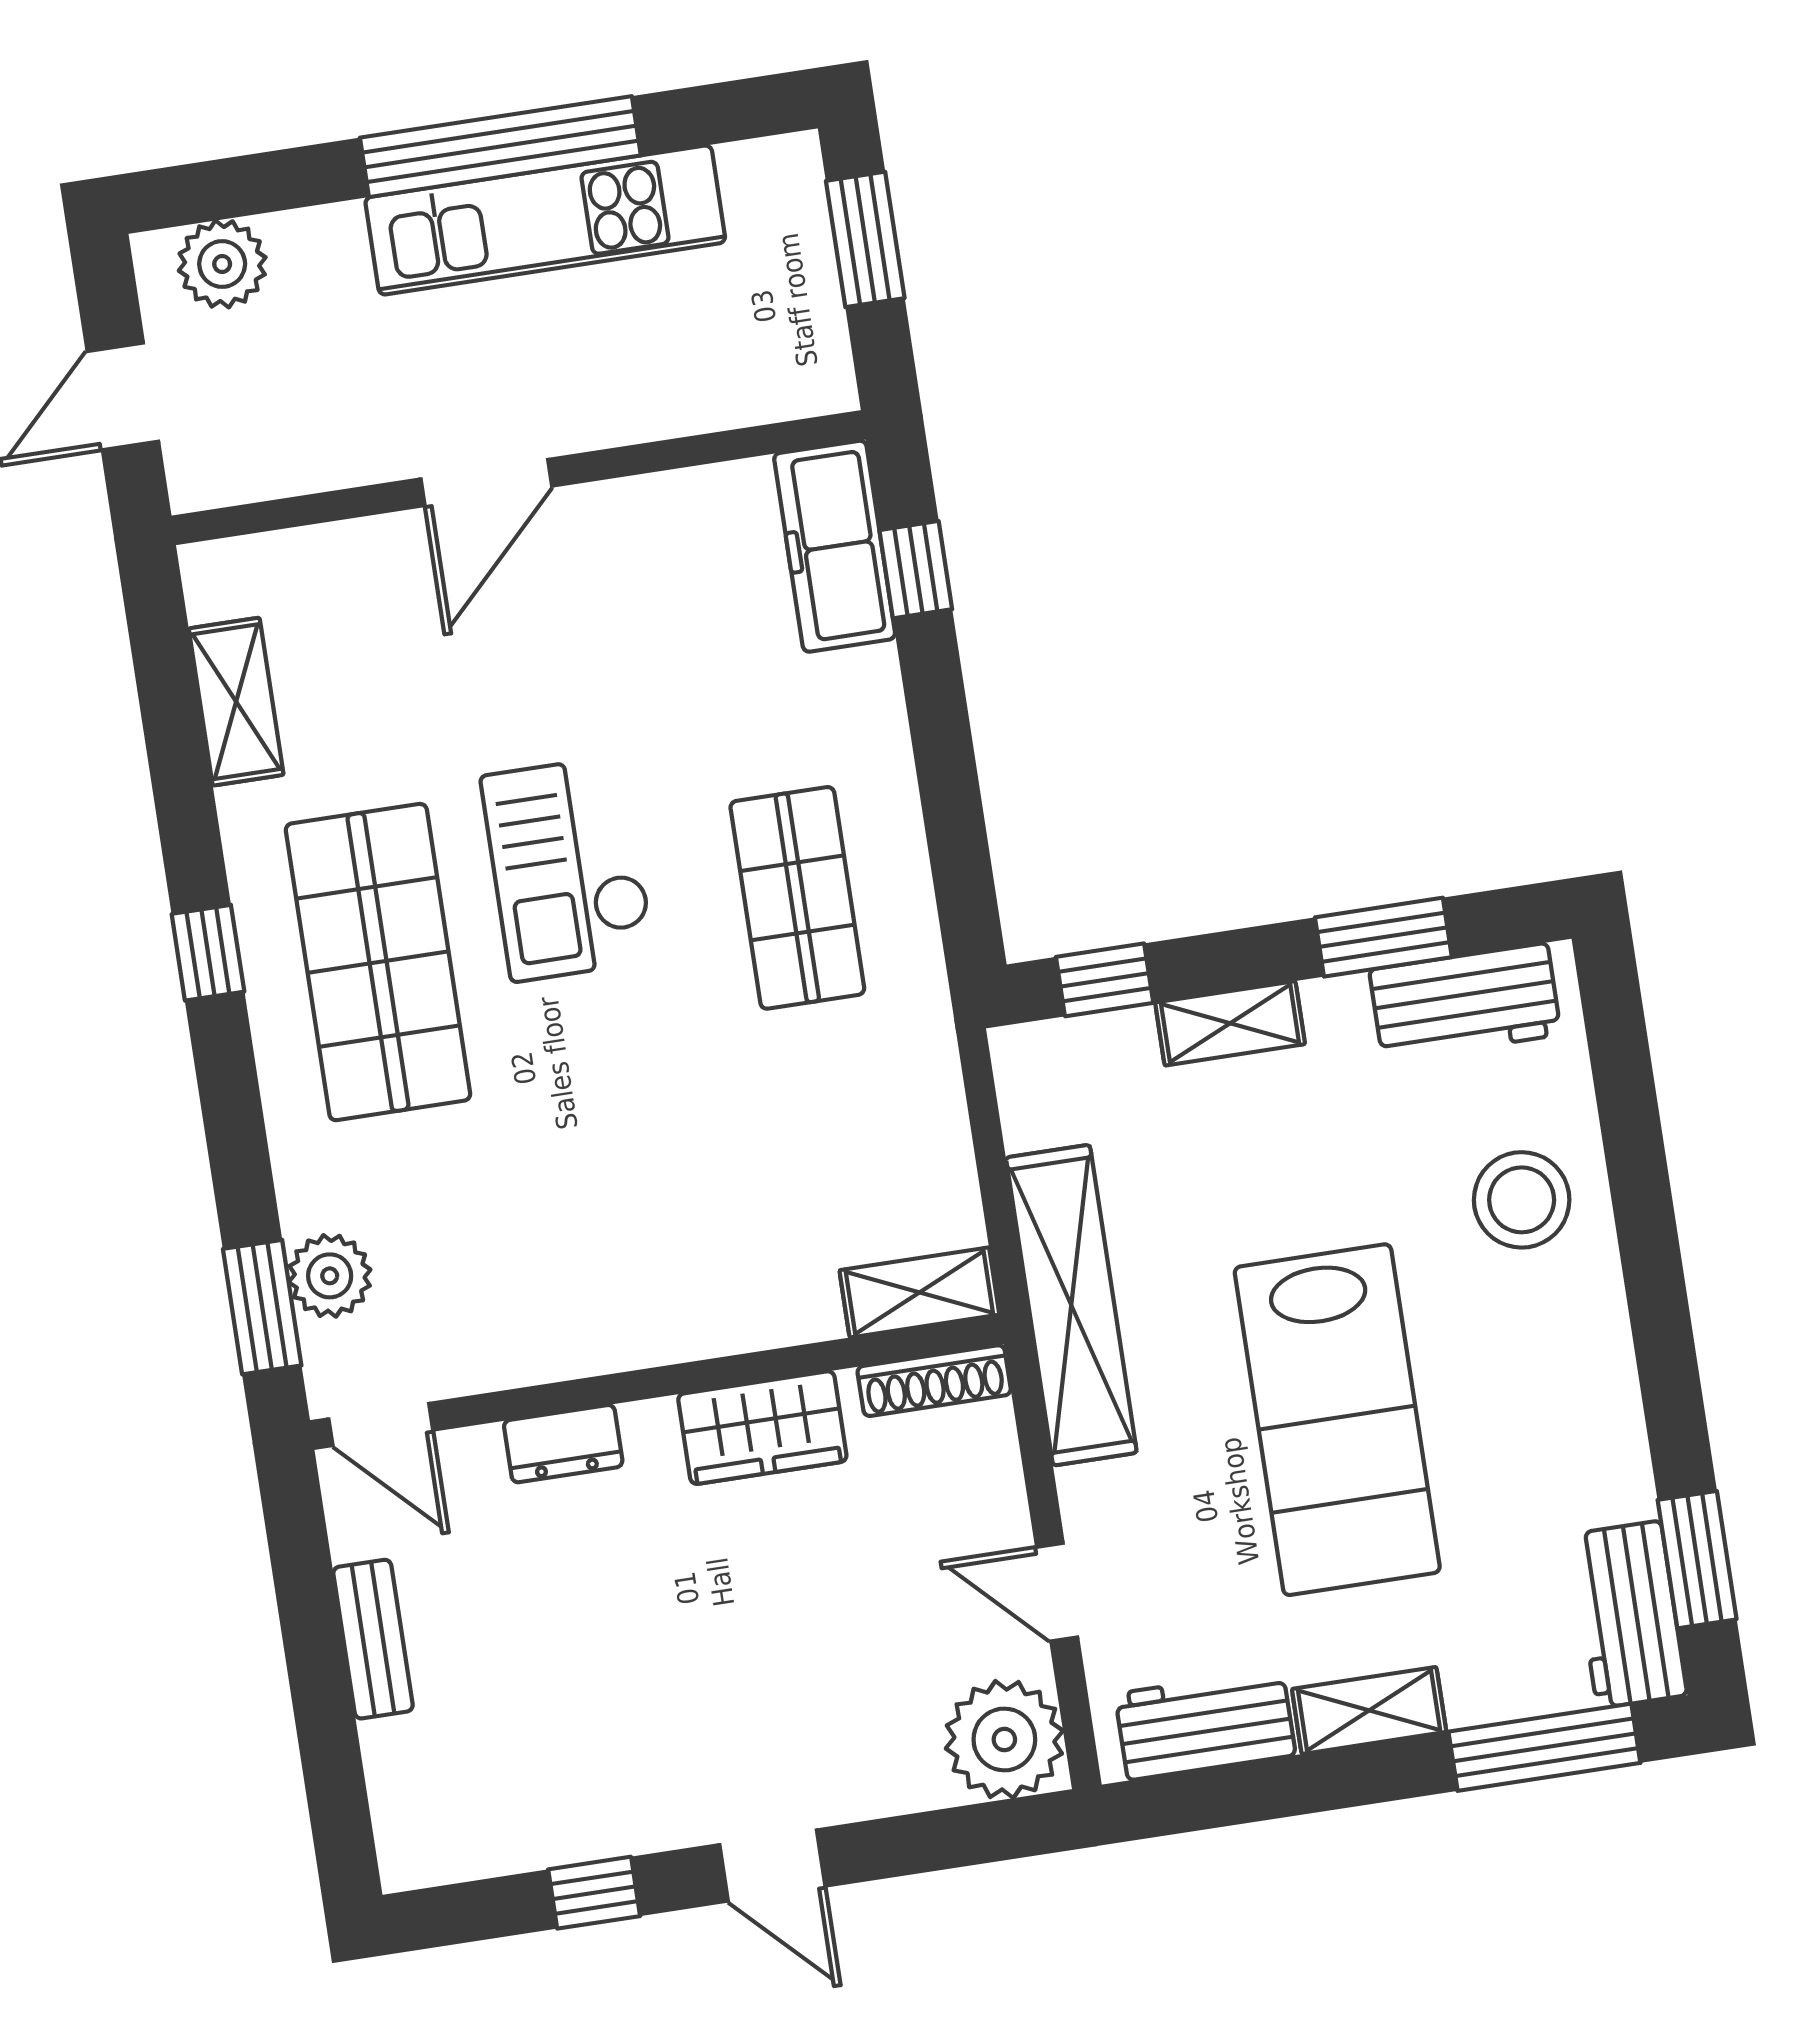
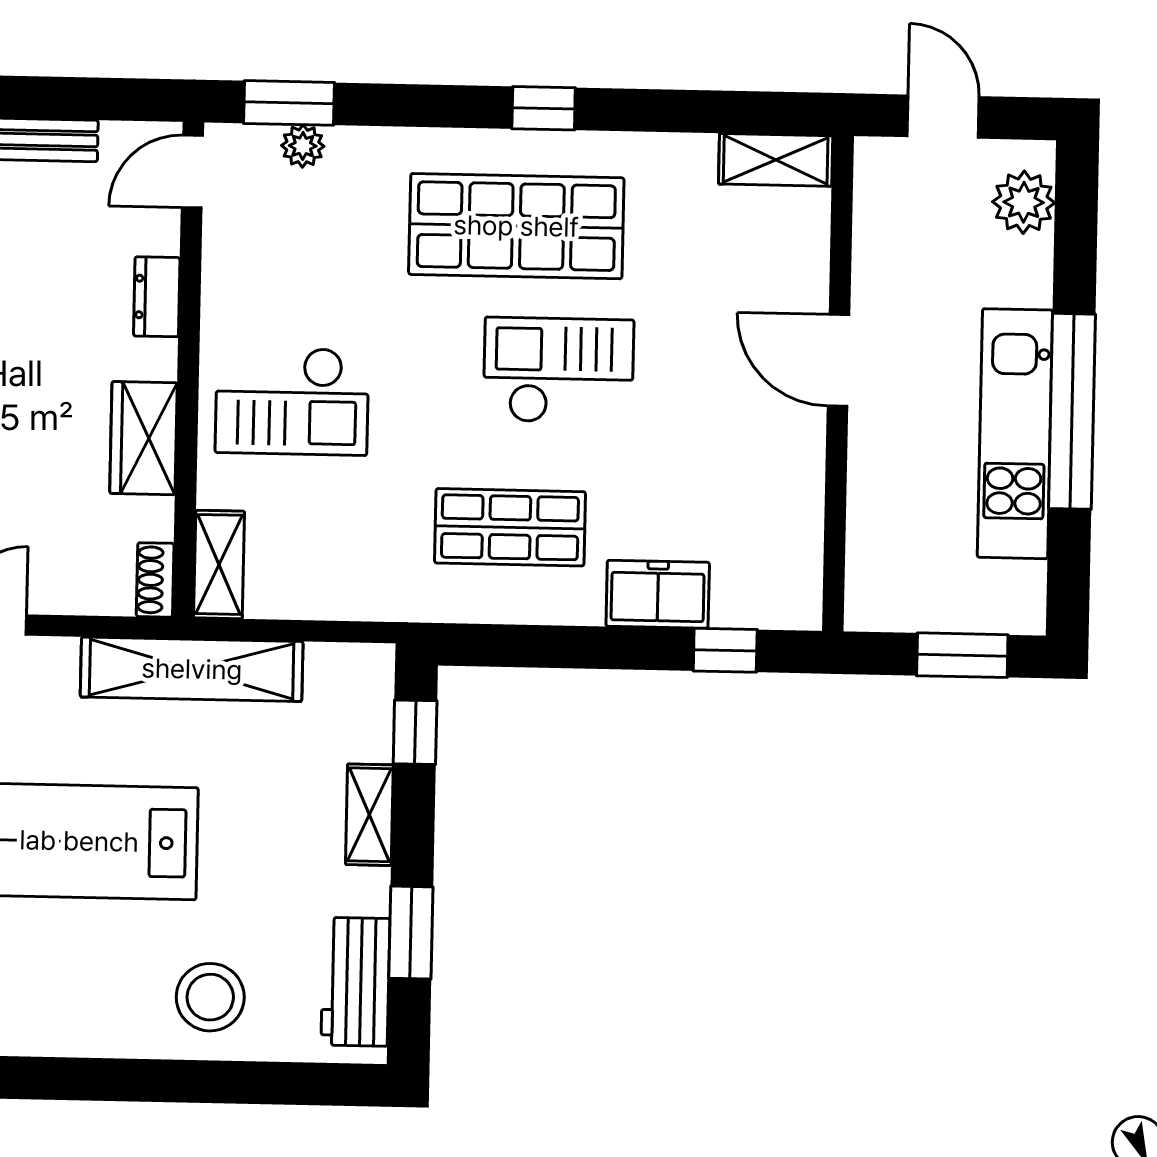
freezer: (835, 546) -> (658, 594), moved, width x0.71
shelving: (236, 702) -> (776, 160), moved
checkout: (675, 1231) -> (292, 401), added
plant: (330, 1276) -> (303, 146), width x0.73, depth x0.73
shoe rack: (934, 1381) -> (155, 580), width x0.70

